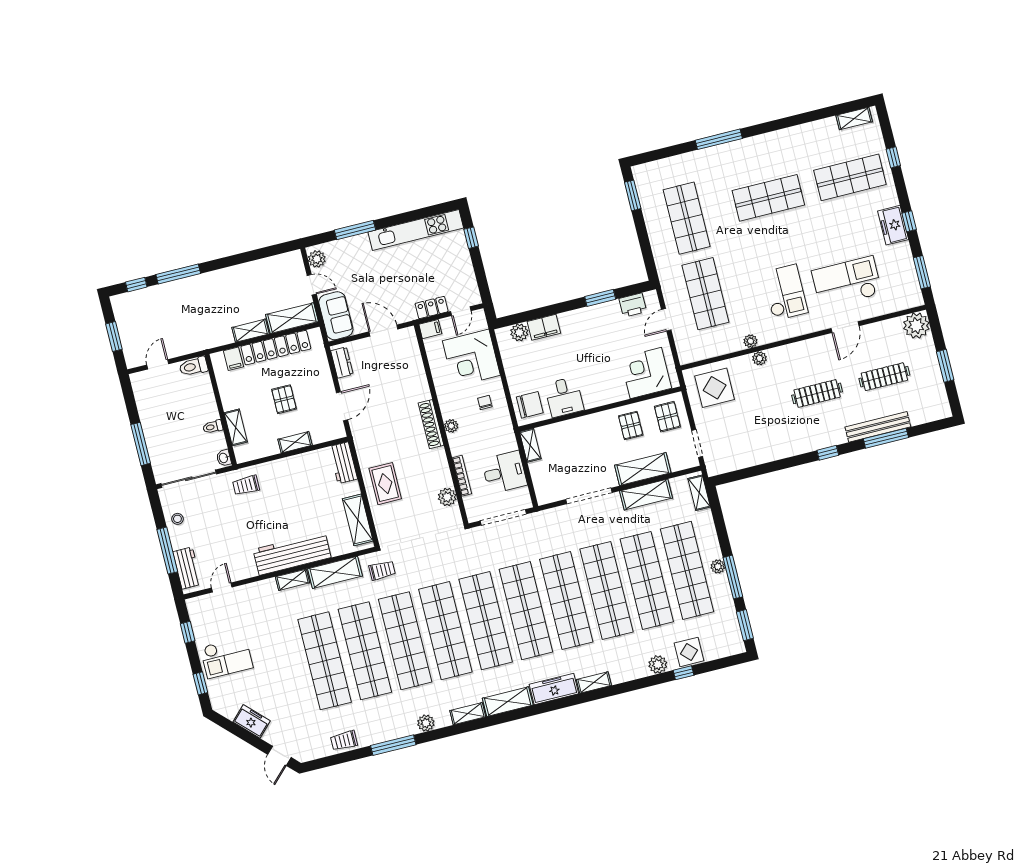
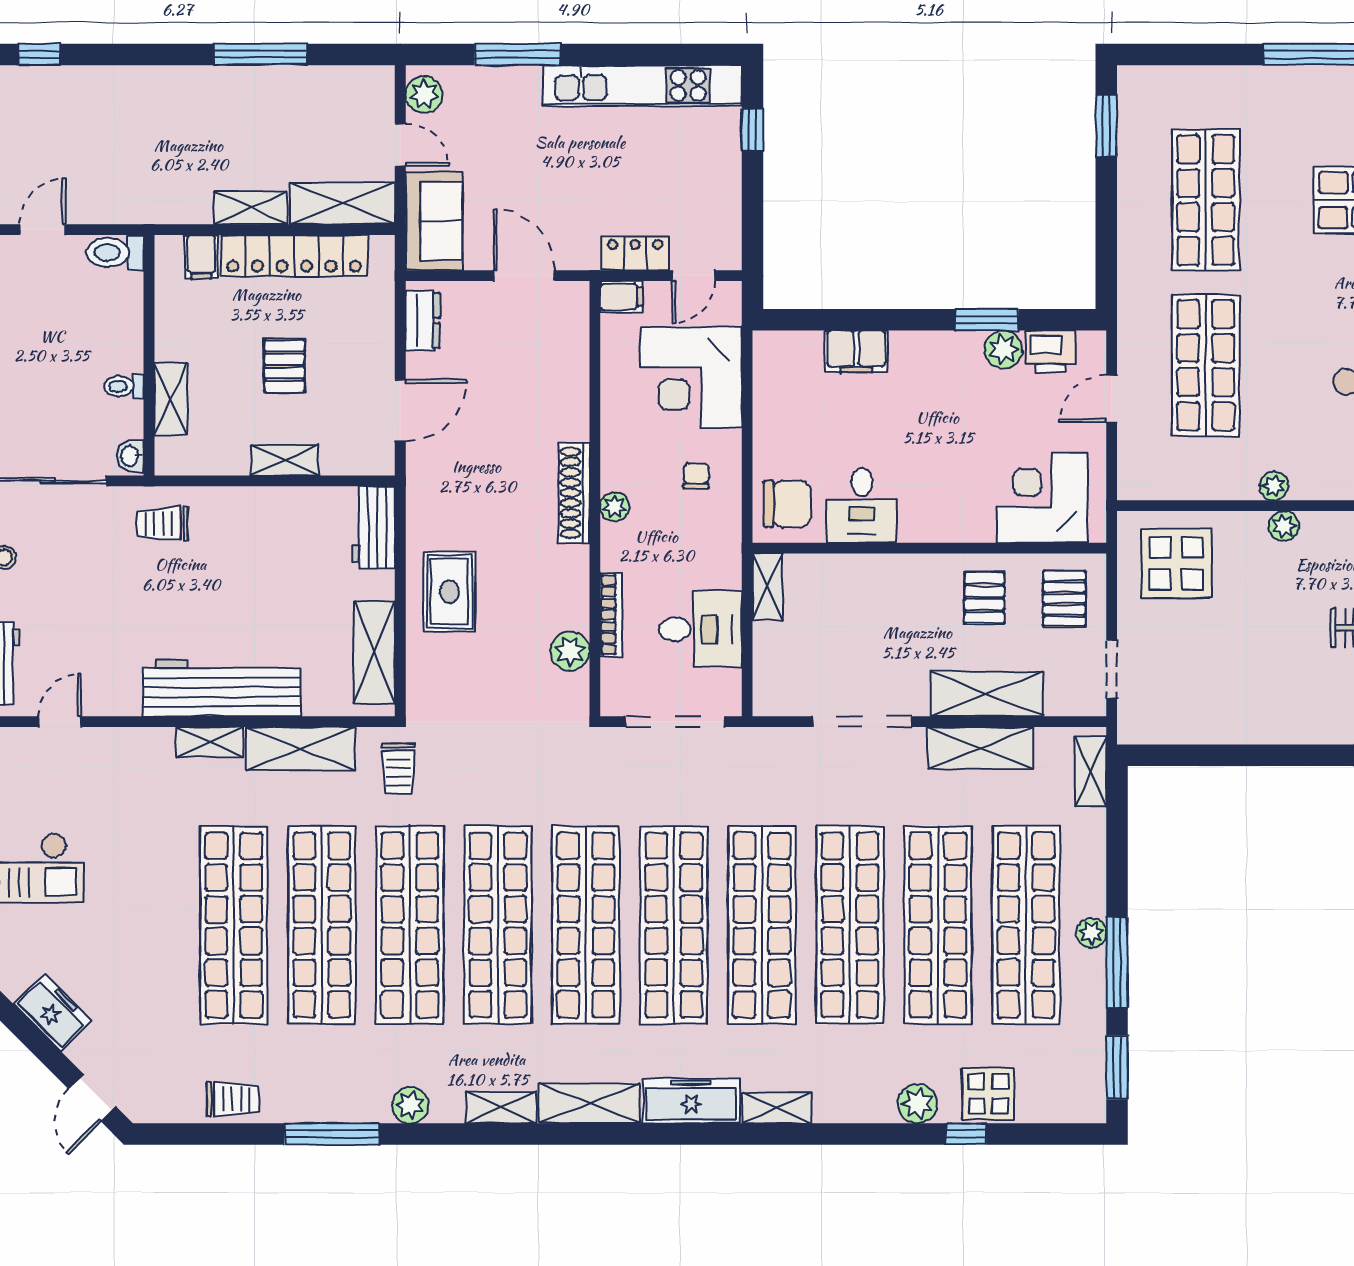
window: (178, 274) -> (261, 54), moved
plant: (519, 332) -> (1003, 350), moved
trolley: (382, 570) -> (398, 769), turned 90
trolley: (344, 741) -> (233, 1099), turned 180

